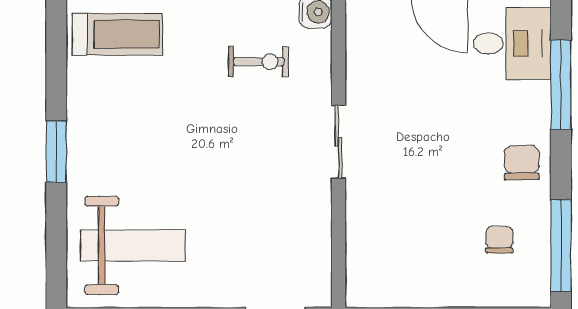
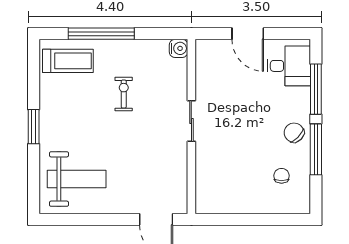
exercise bike: (259, 62) -> (124, 94), moved, turned -90
chair: (522, 163) -> (294, 133), turned -46
window: (561, 245) -> (316, 149), moved

